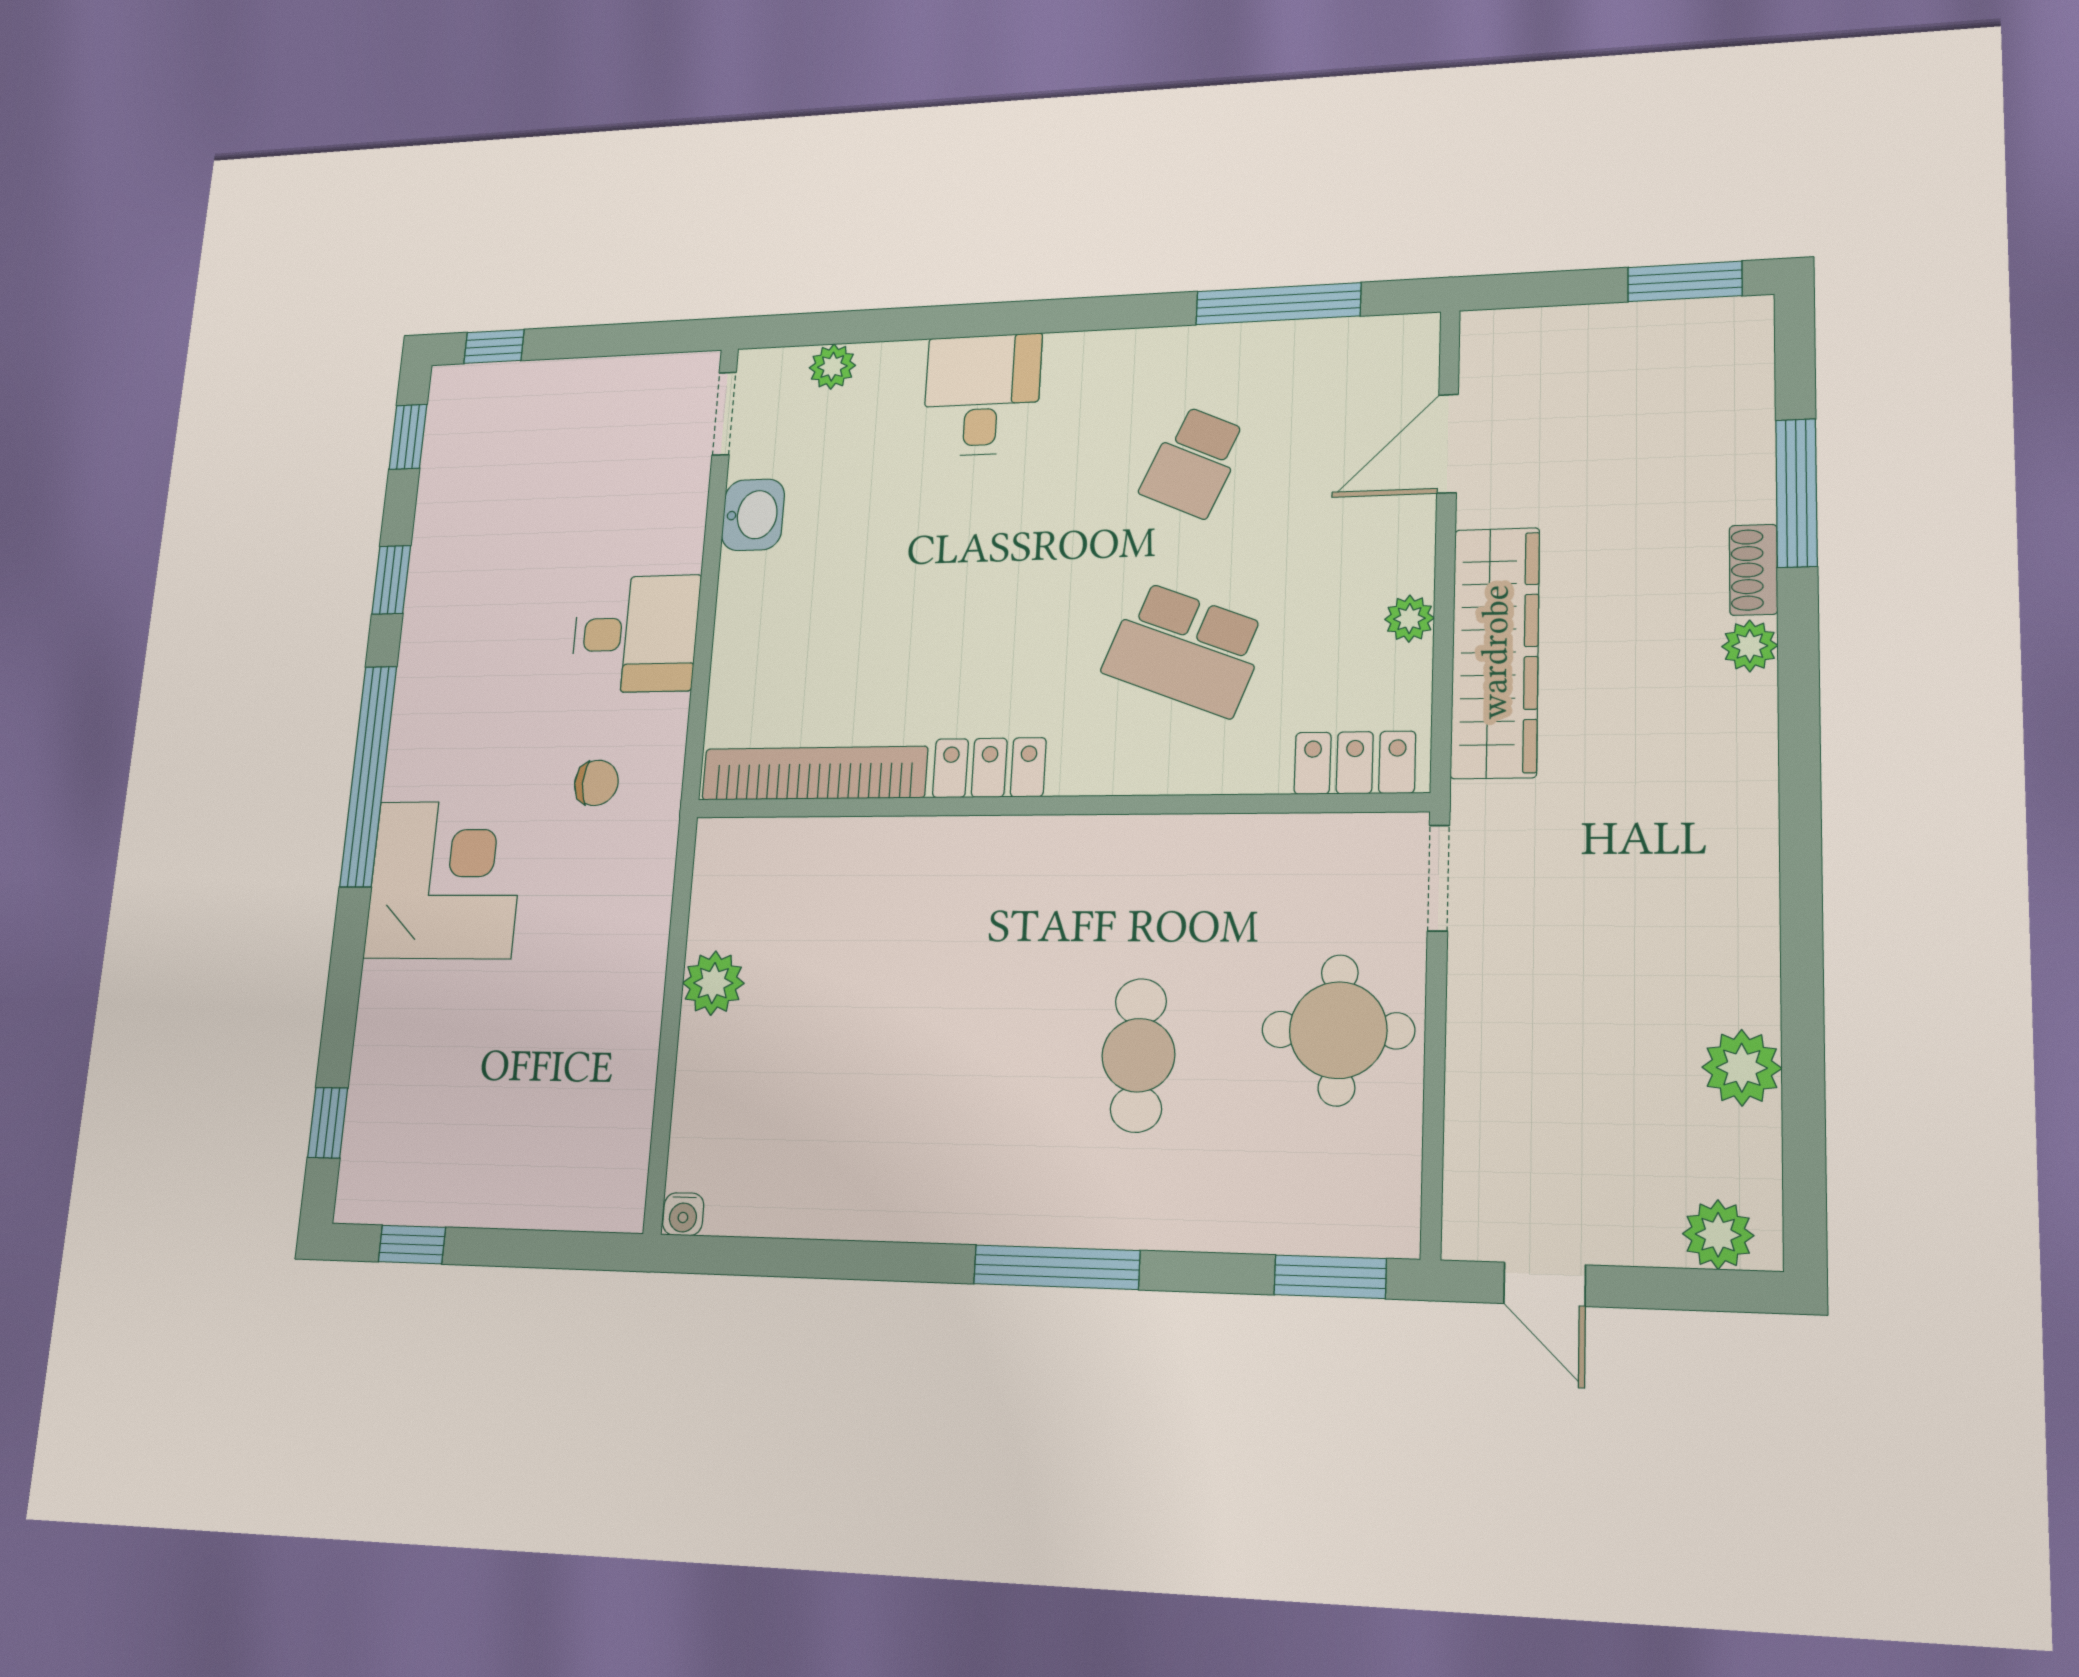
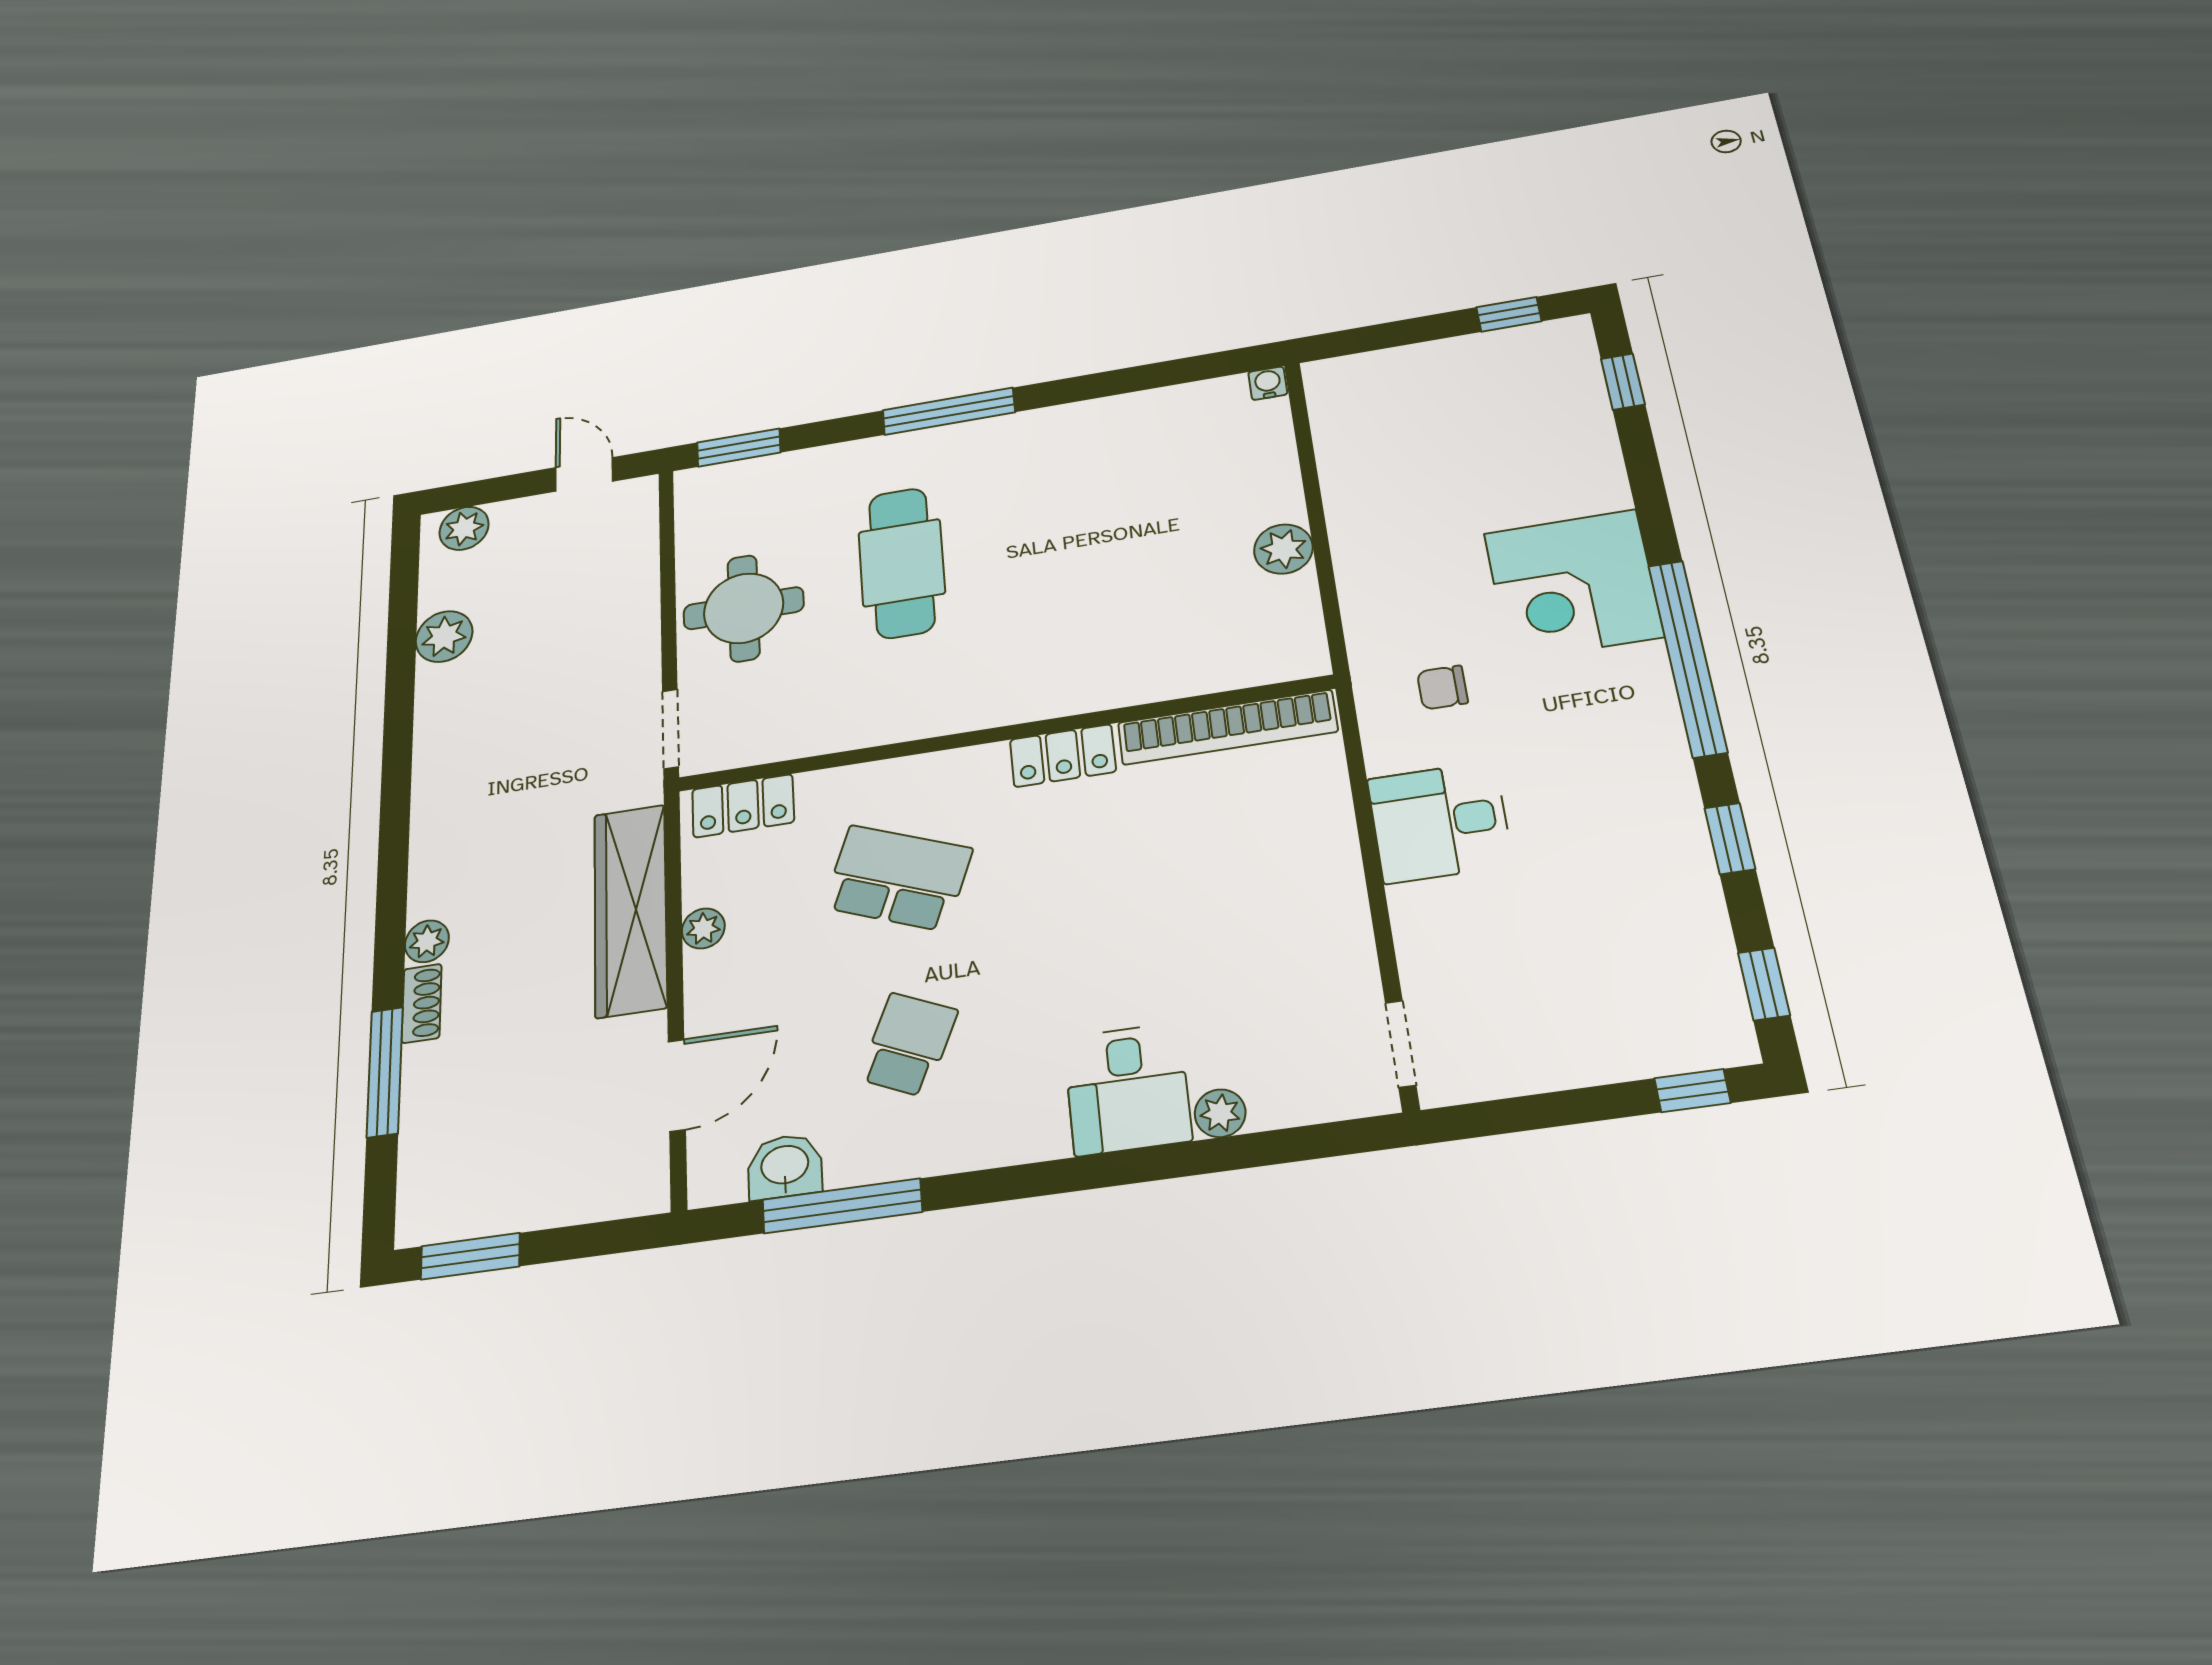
plant: (832, 367) -> (1220, 1113), moved
washbasin: (753, 515) -> (785, 1166), moved, turned 90
cafe table: (1138, 1055) -> (902, 563), width x1.37, depth x1.35

